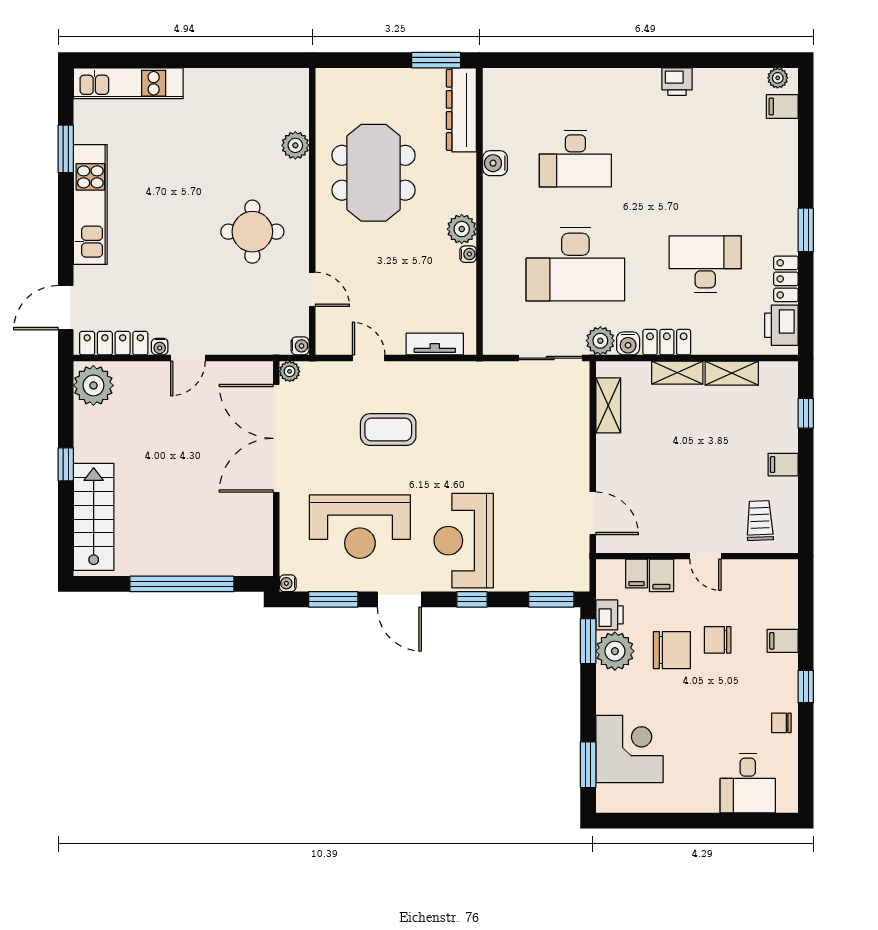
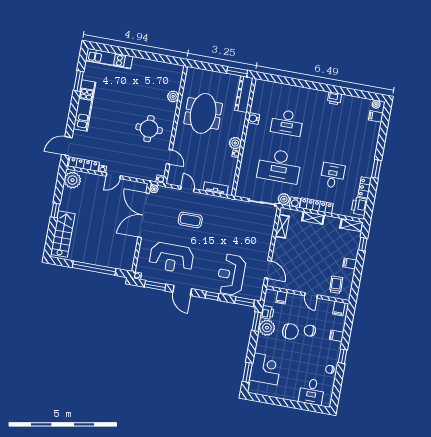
desk: (705, 264) -> (333, 175), width x0.73
locker: (667, 342) -> (316, 206), width x1.53
shelving: (732, 373) -> (352, 225), moved
reception desk: (464, 541) -> (231, 275), moved
filing cabinet: (661, 575) -> (339, 308), moved

